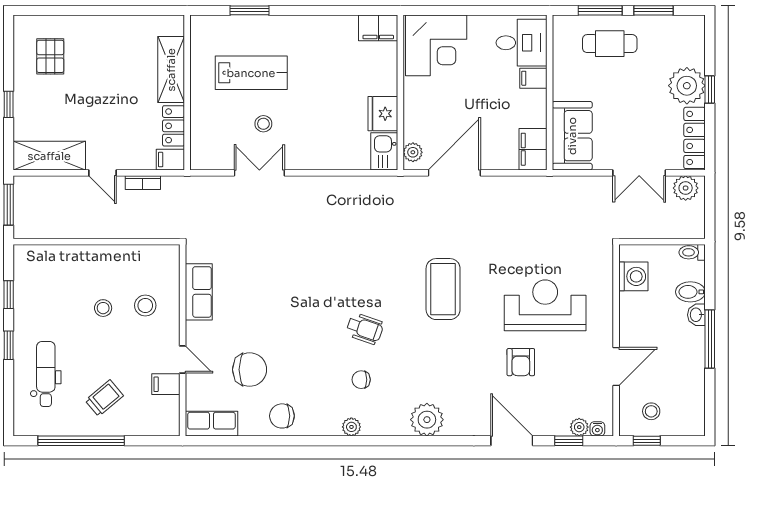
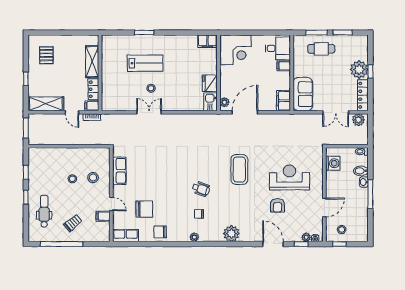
shelving: (171, 70) -> (92, 62), moved
wall: (187, 92) -> (100, 73), moved
locker: (174, 126) -> (93, 89), moved
filing cabinet: (170, 160) -> (92, 106), moved

